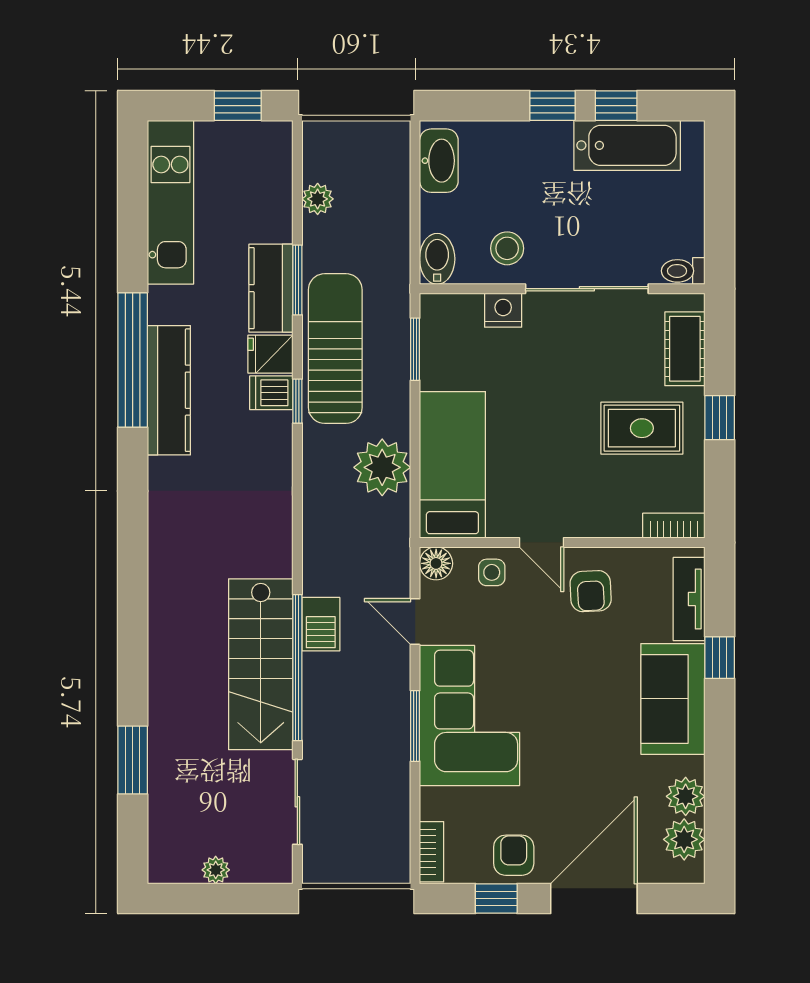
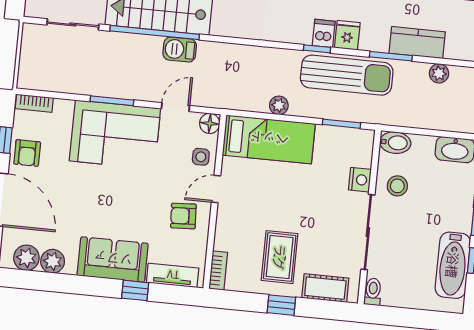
kitchen counter: (271, 288) -> (417, 43), moved
plant: (382, 467) -> (279, 105), width x0.53, depth x0.53
armchair: (514, 855) -> (27, 153), turned 90

